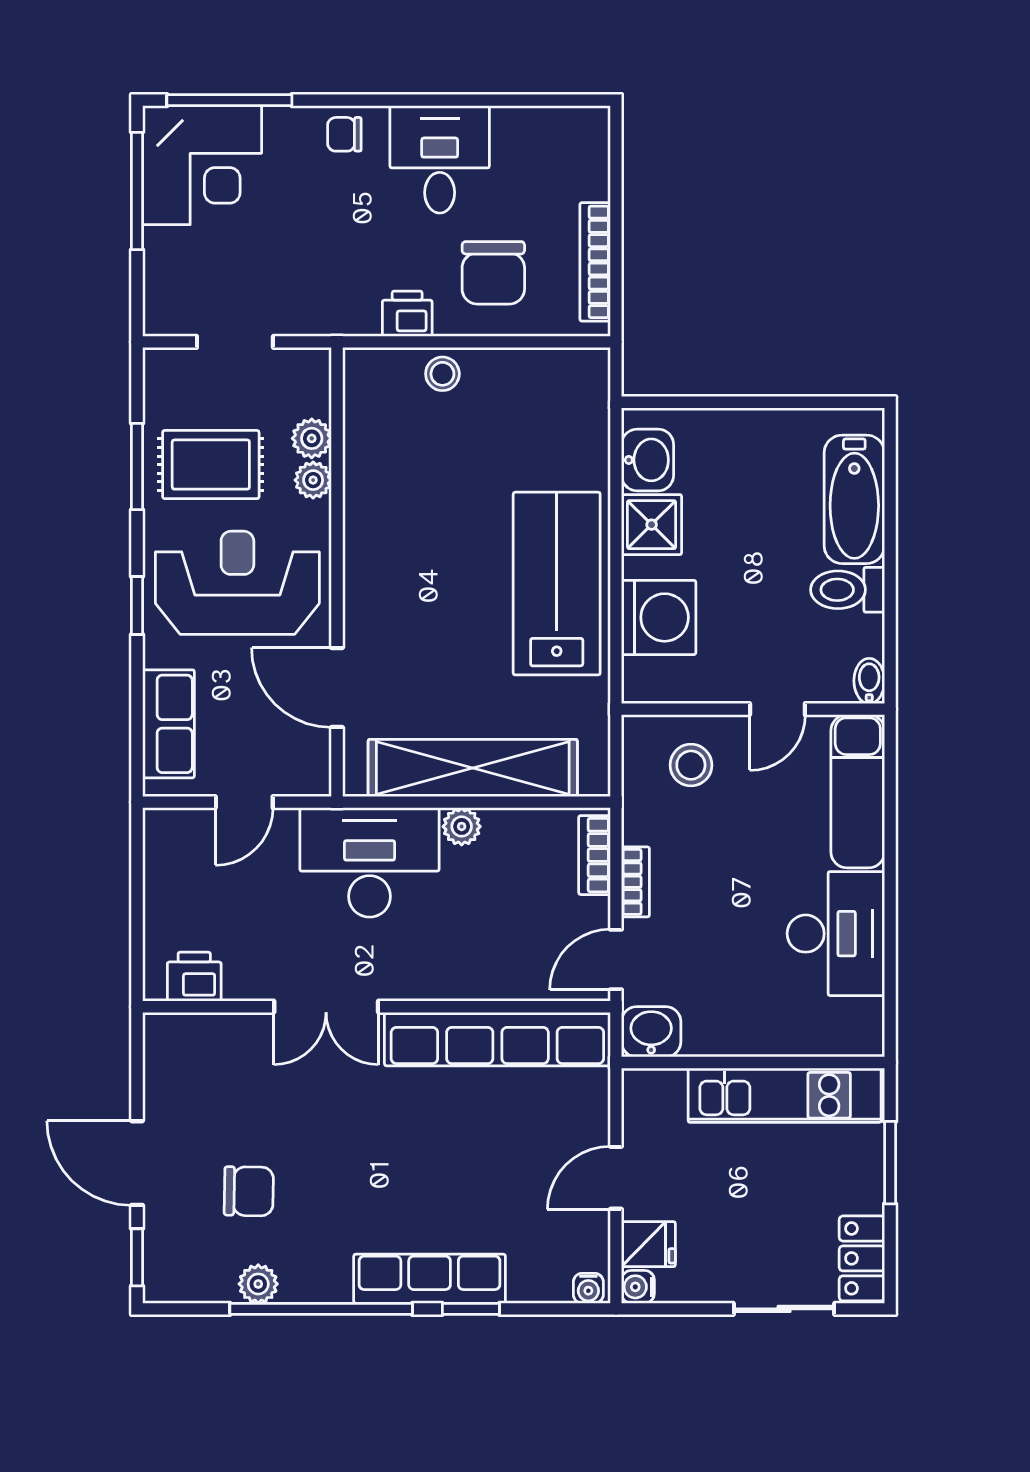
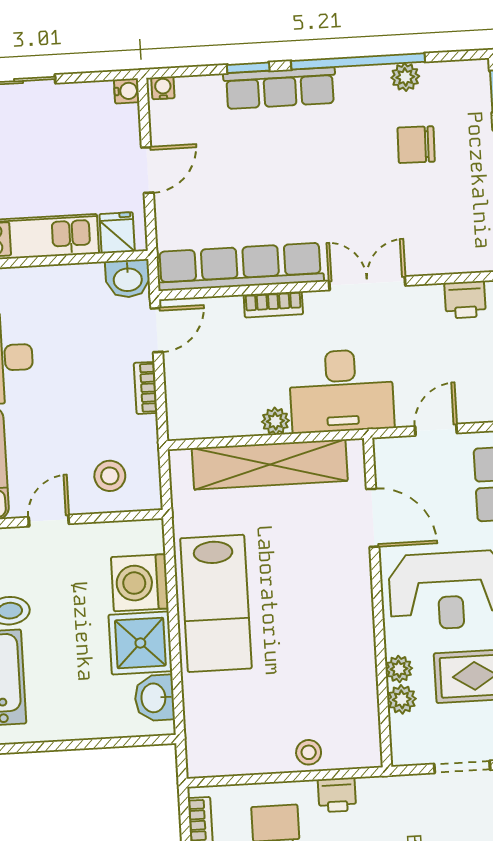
shower: (652, 525) -> (140, 643), width x1.36, depth x1.36
bookcase: (594, 855) -> (273, 304), moved, turned 90
fridge: (648, 1244) -> (117, 233), moved, turned 90

